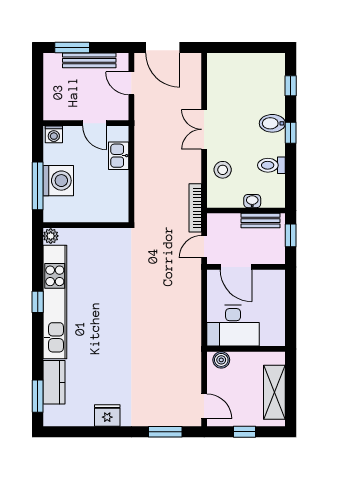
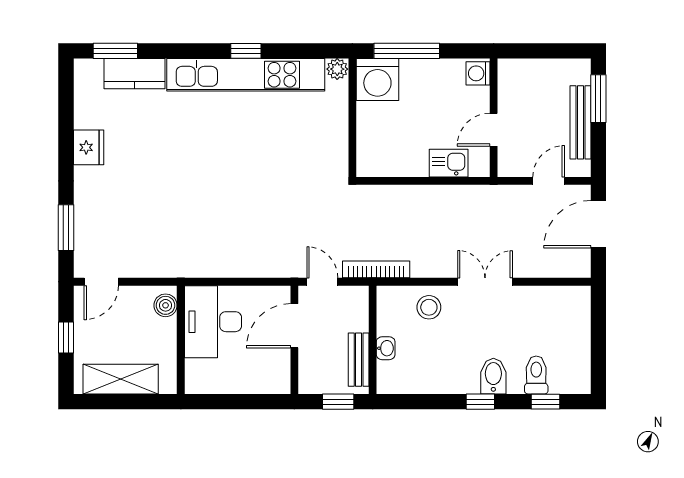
toilet: (271, 165) -> (536, 375), moved
washing machine: (58, 181) -> (377, 80), moved

